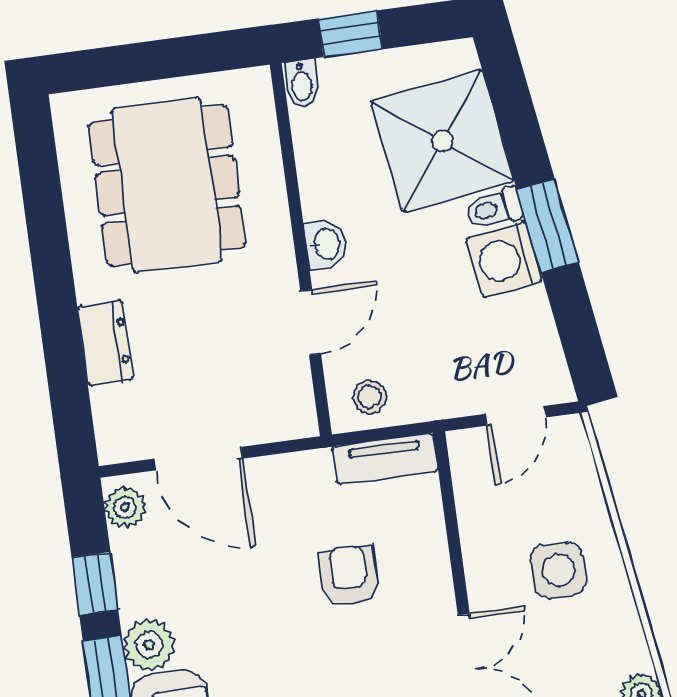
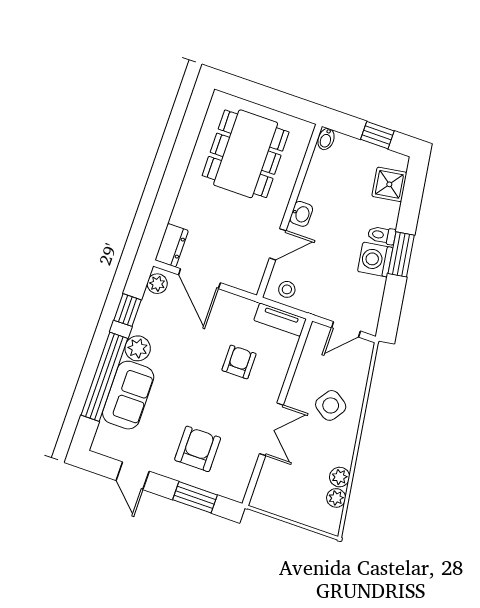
window: (350, 34) -> (377, 135), moved
shower: (442, 141) -> (389, 184), width x0.54, depth x0.54
dresser: (105, 343) -> (172, 245), moved
side table: (558, 570) -> (331, 405), turned 34

